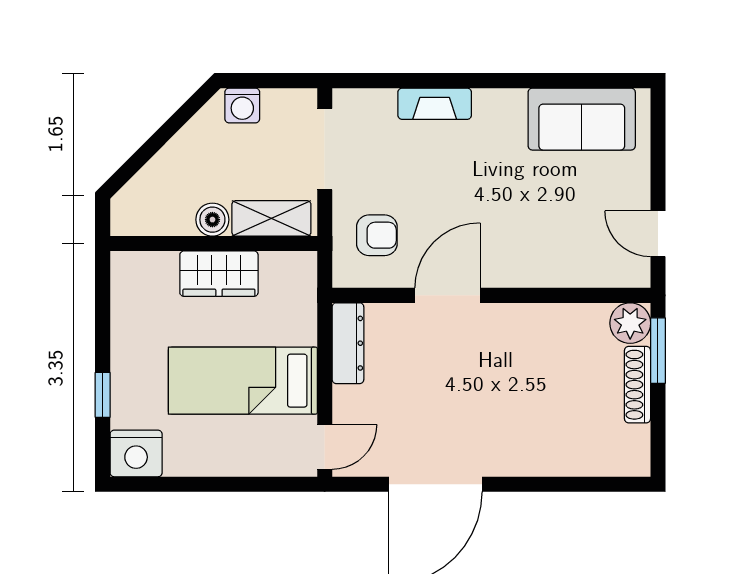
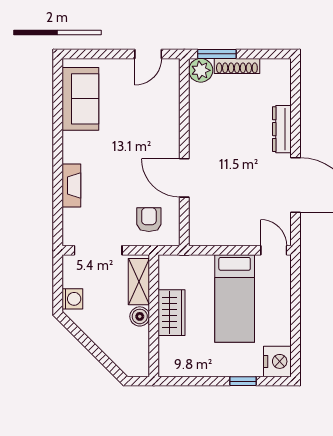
dresser: (348, 343) -> (282, 129), moved, turned -90

